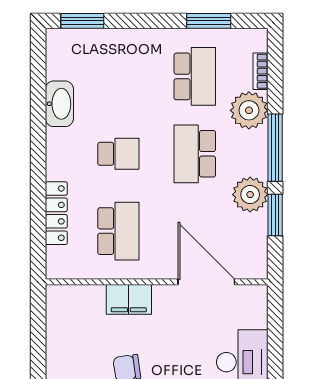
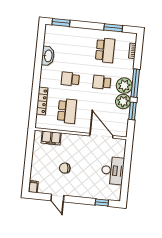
plant: (249, 110) -> (124, 86), moved
school desk: (118, 154) -> (70, 79), turned 180
school desk: (195, 154) -> (102, 82), width x0.54
filing cabinet: (129, 299) -> (51, 138), moved

